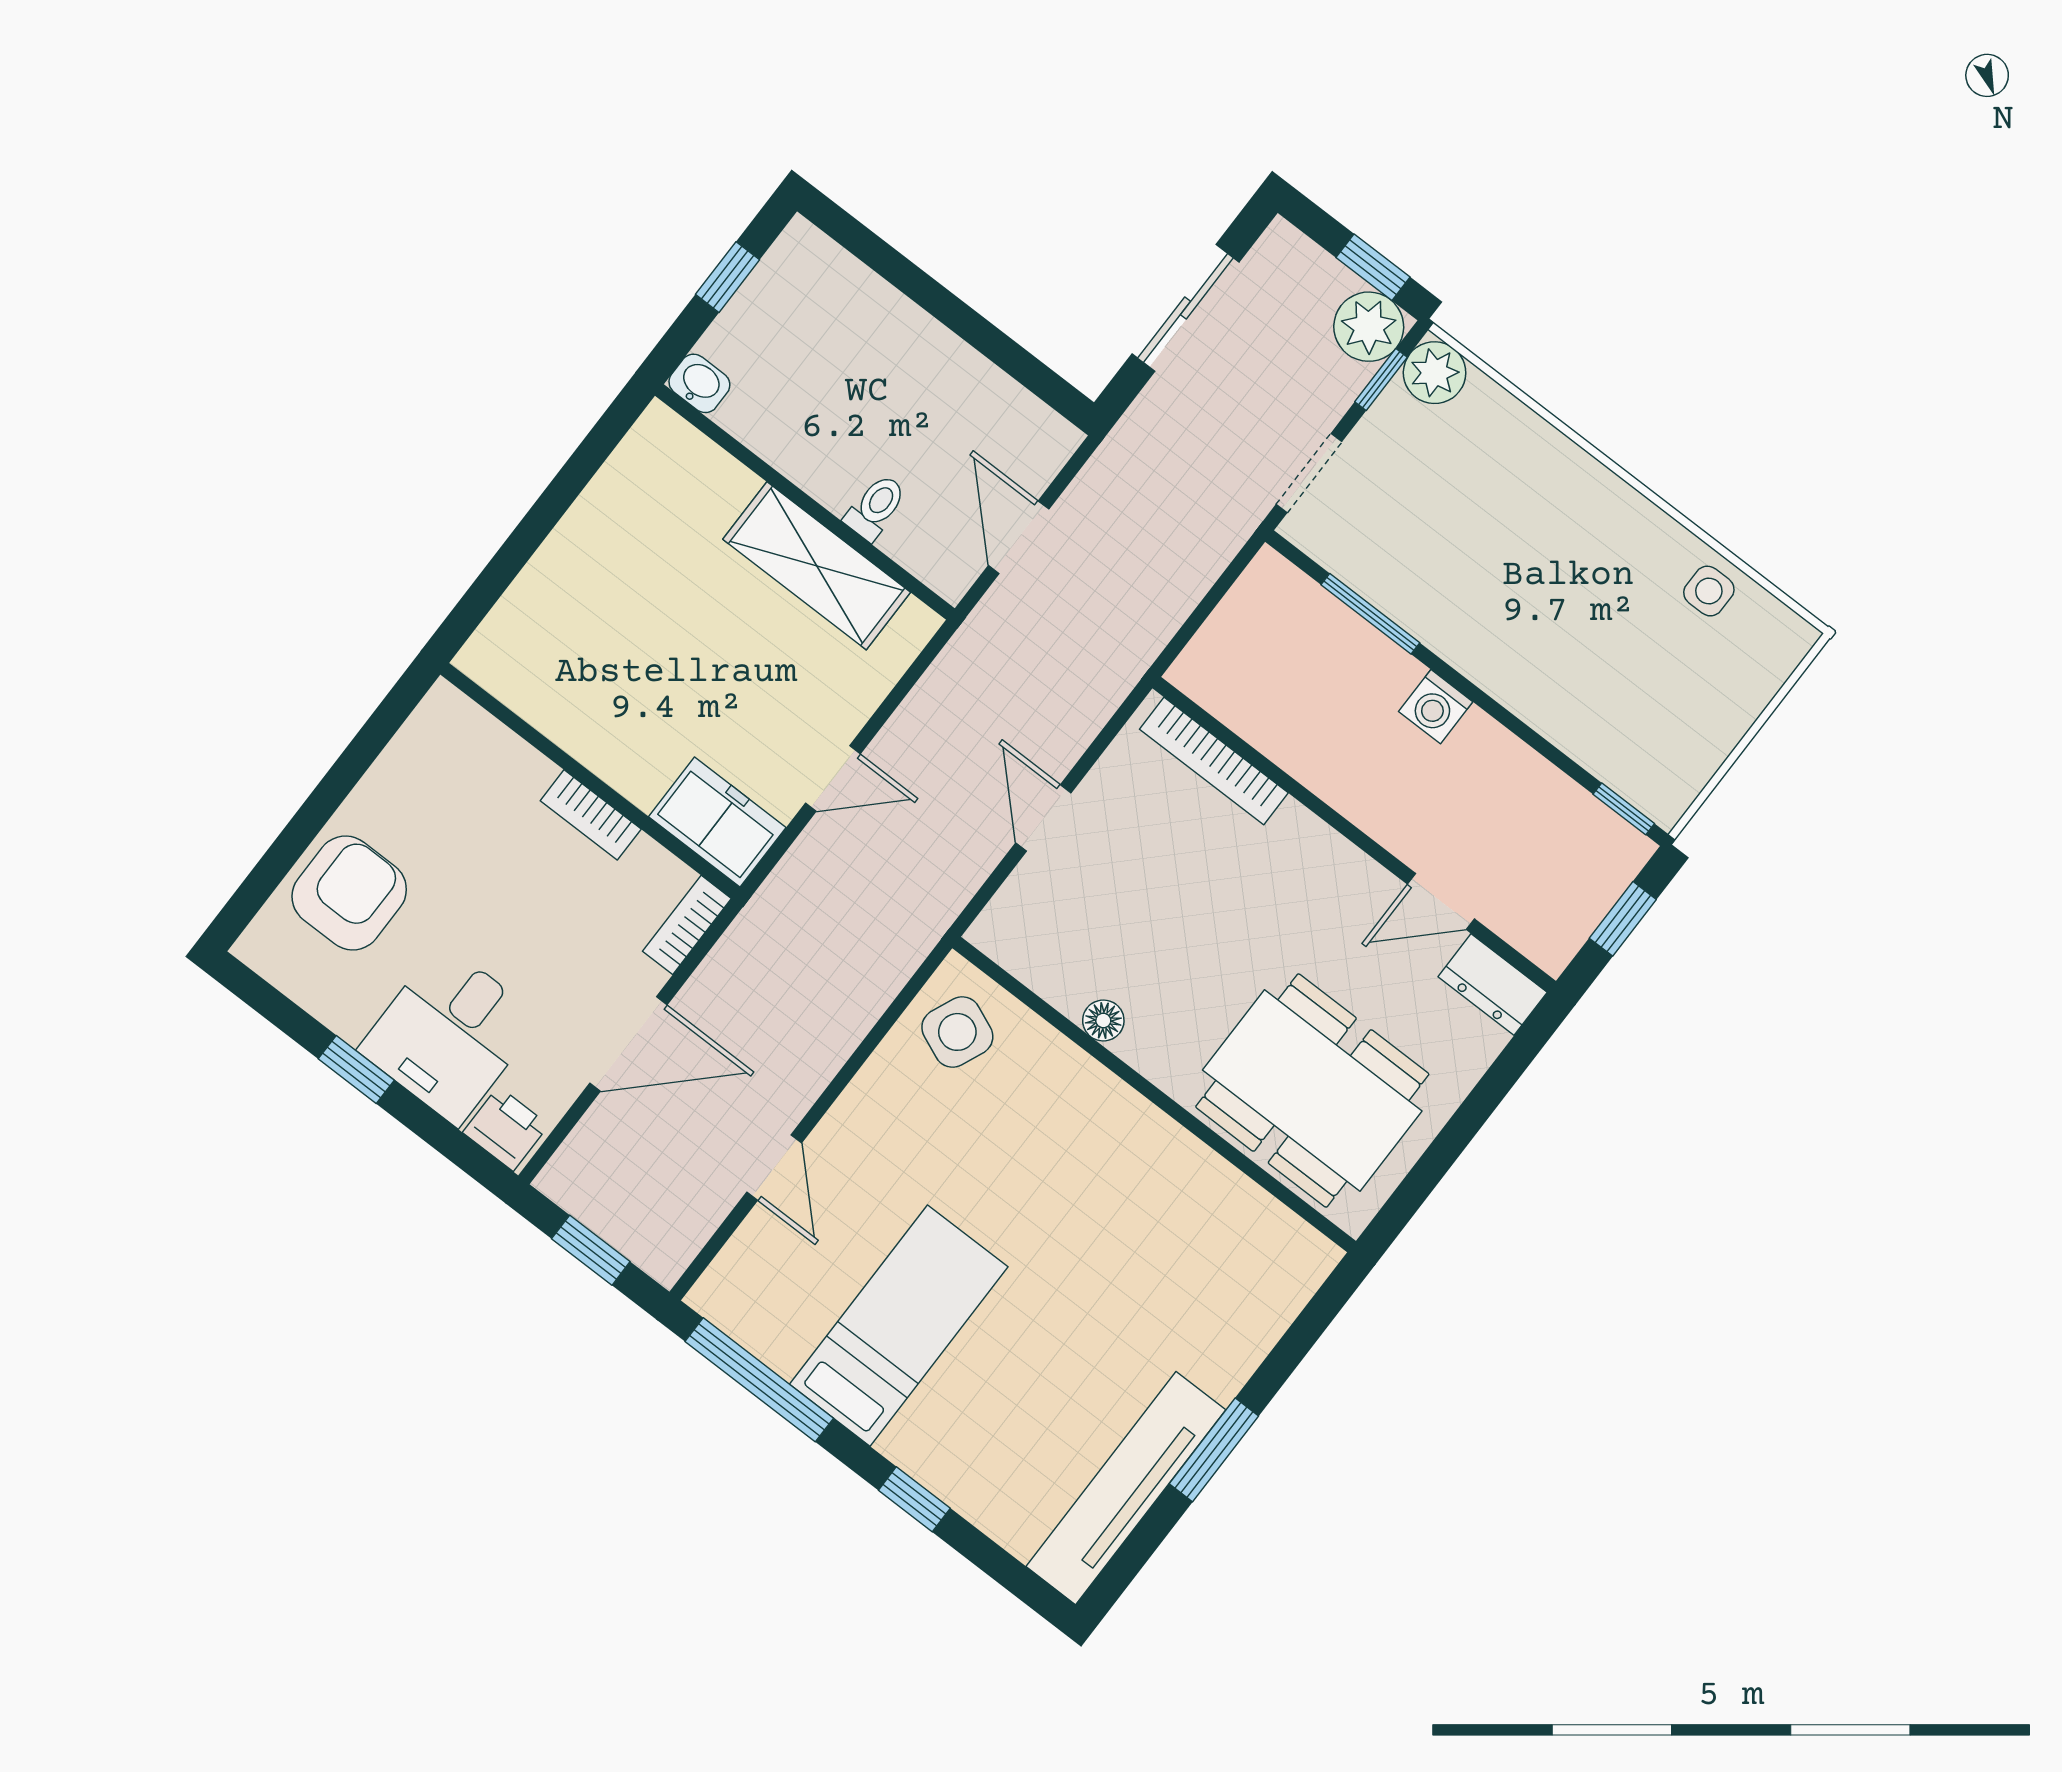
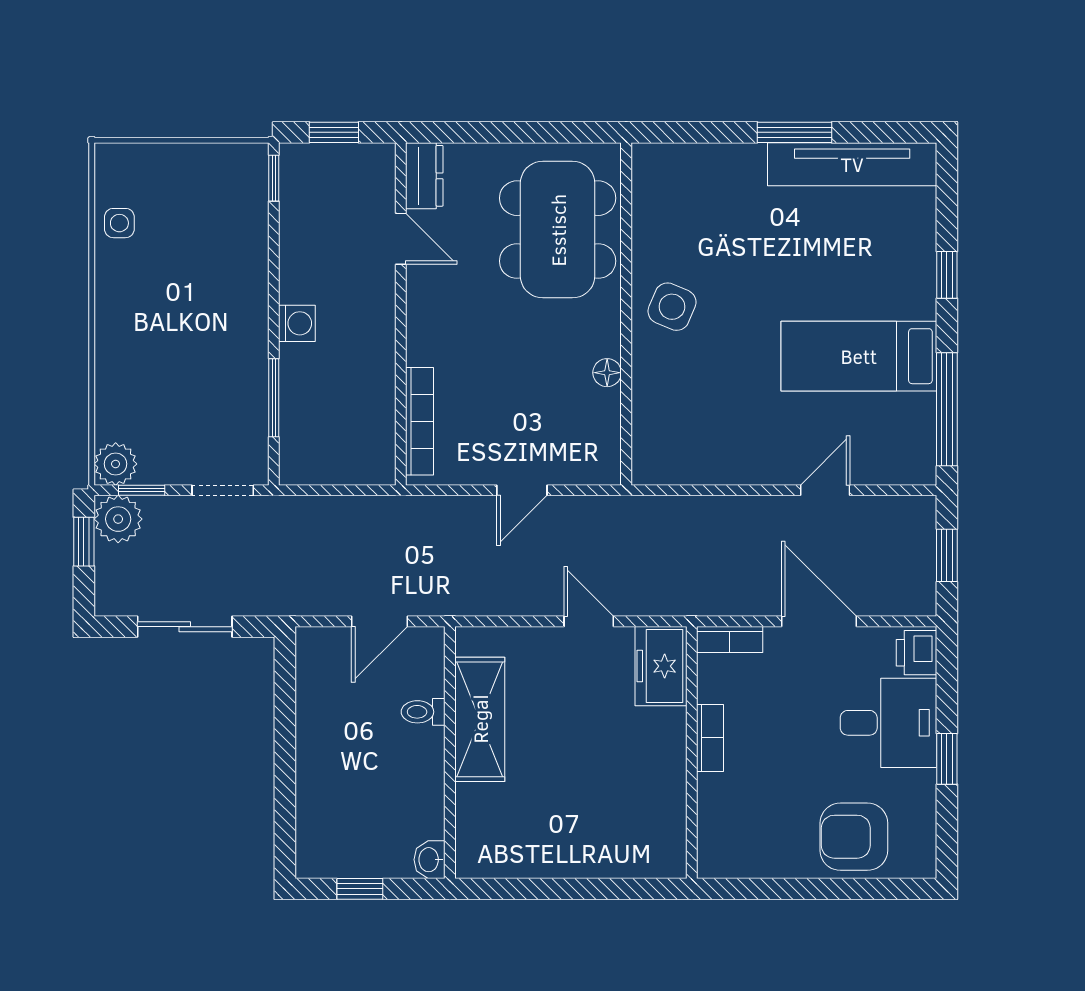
side table: (957, 1032) -> (672, 307), moved

